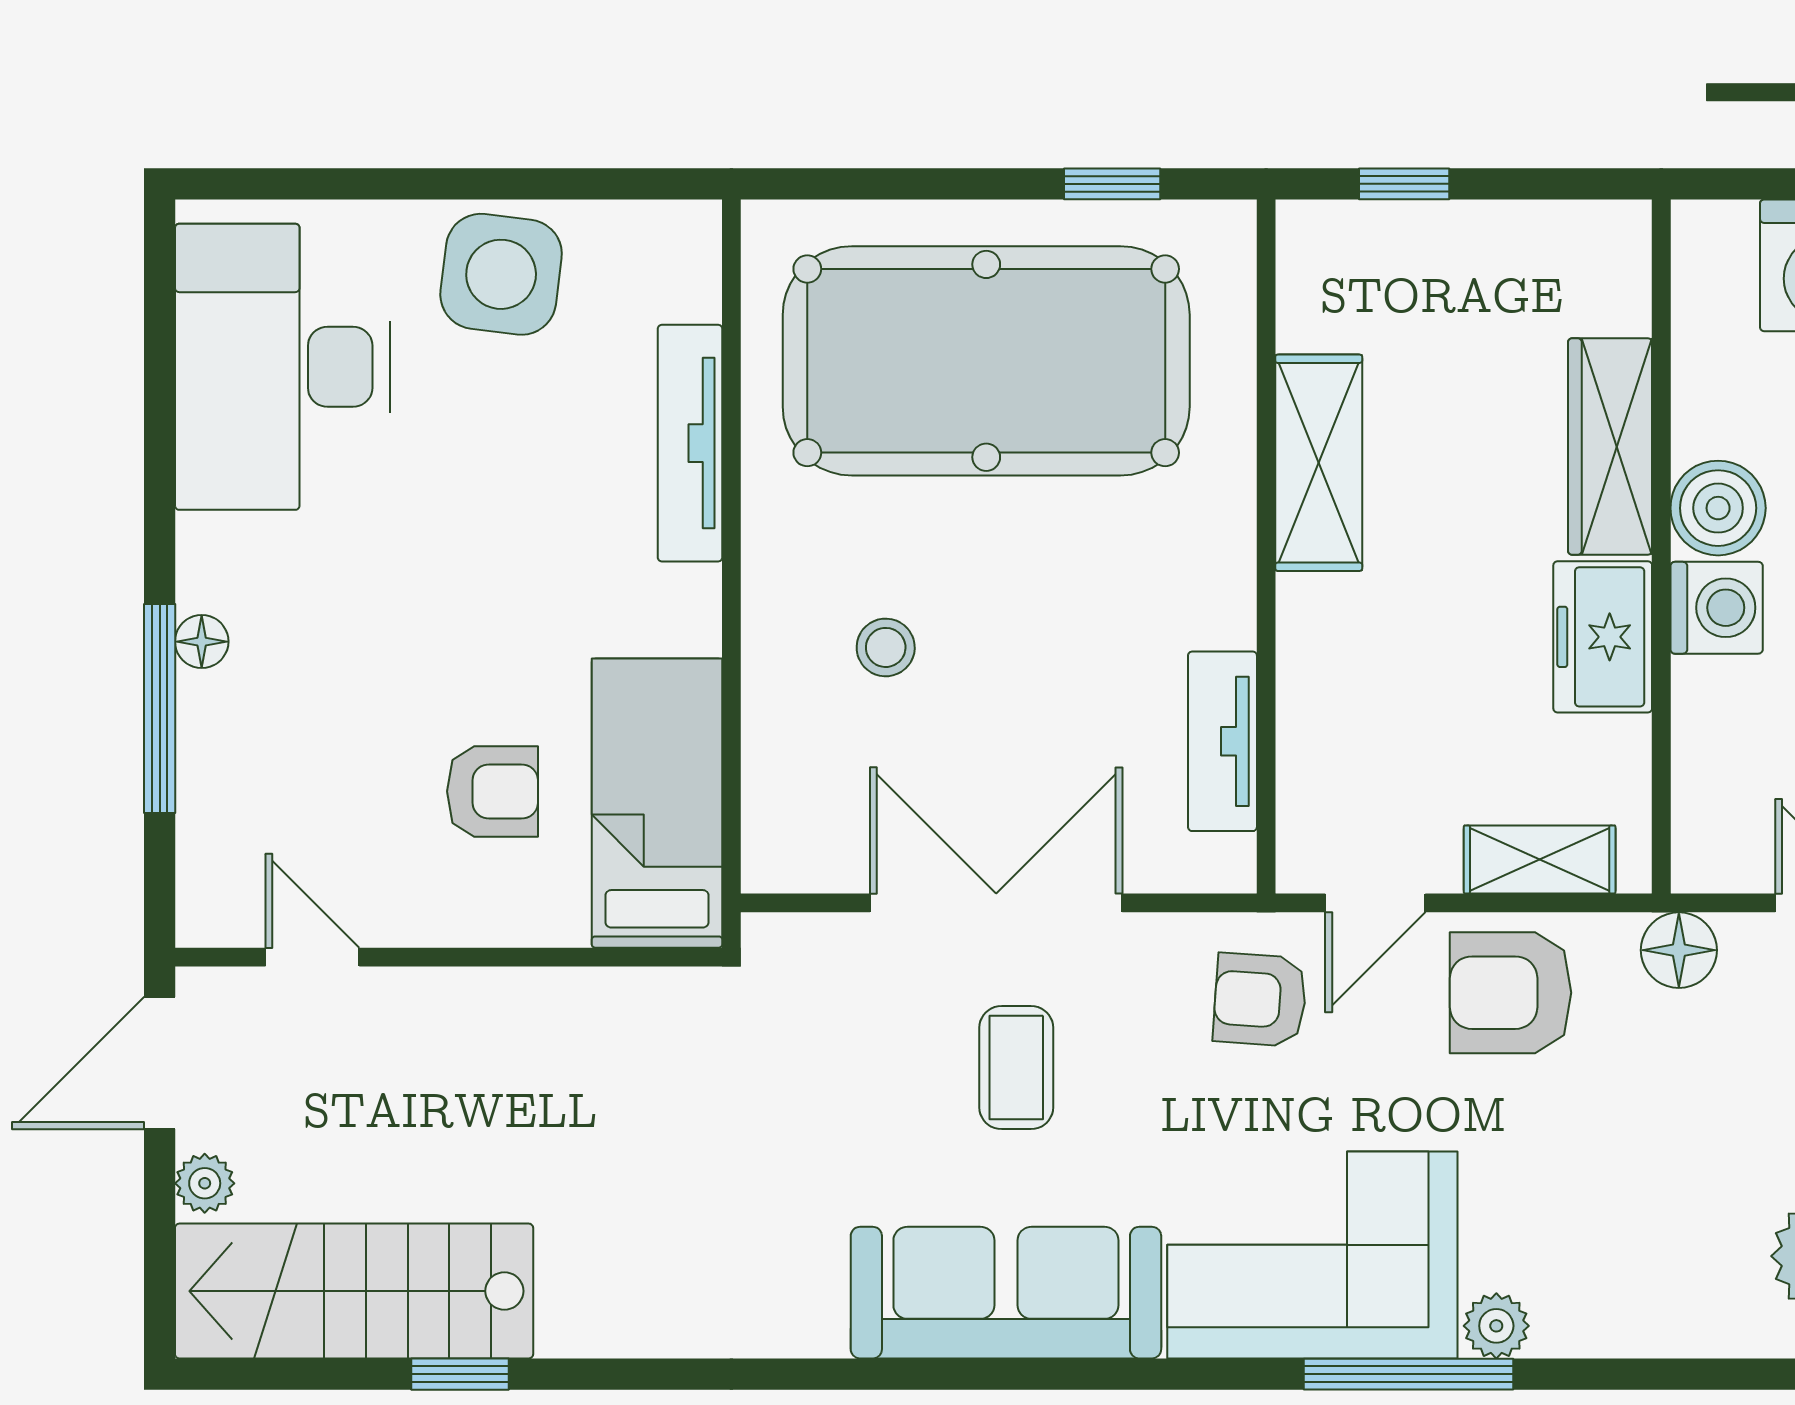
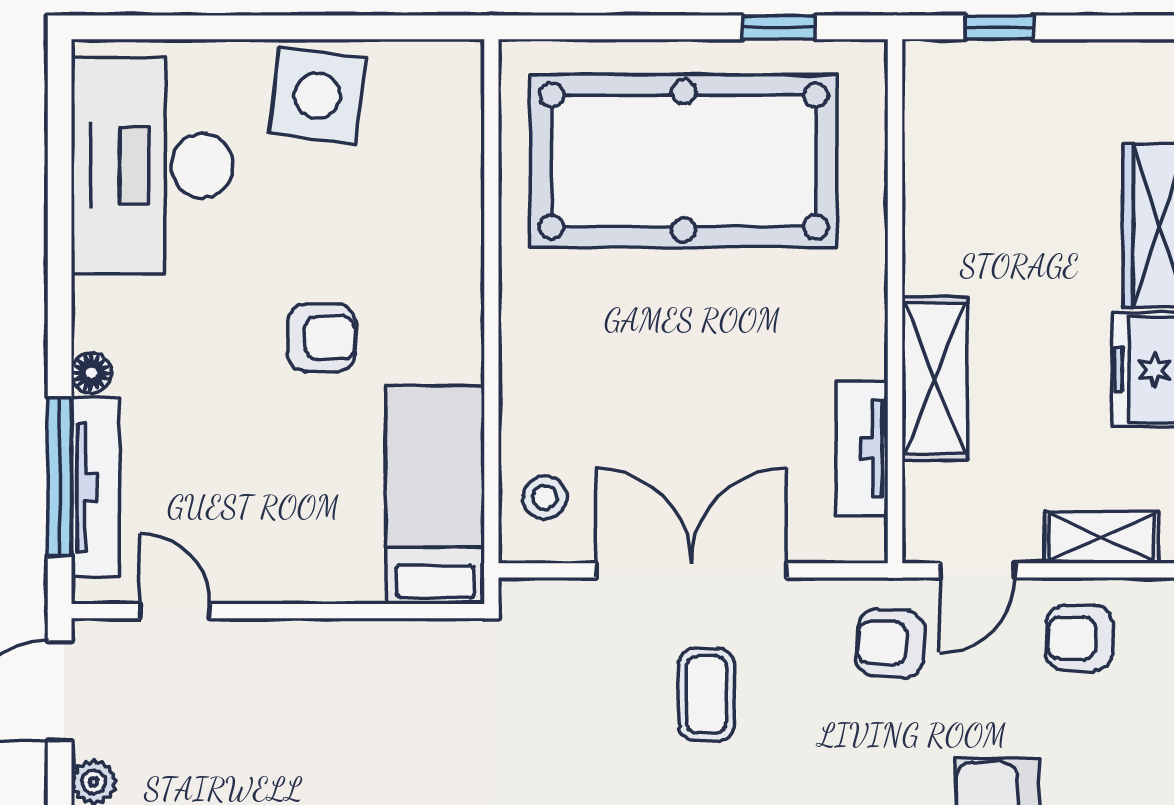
tv unit: (690, 443) -> (96, 487), moved, turned 180
shelving: (1319, 463) -> (935, 378), moved
stool: (886, 647) -> (545, 497), moved
window: (160, 709) -> (60, 477), moved
armchair: (493, 791) -> (322, 338), moved
armchair: (1511, 993) -> (1080, 638), width x0.72, depth x0.72

